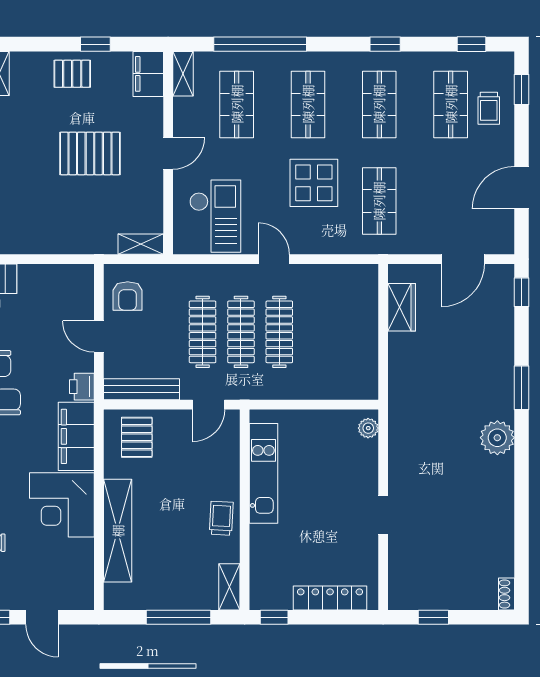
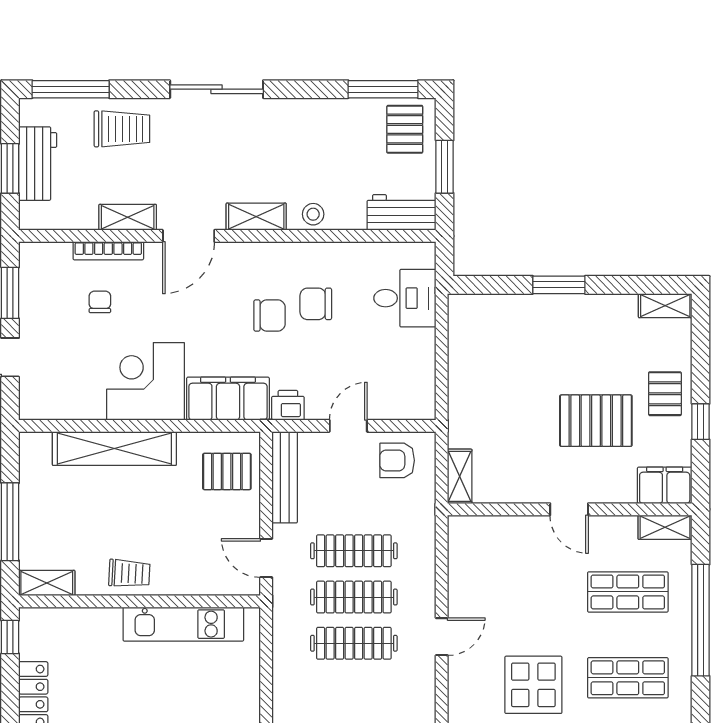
pallet: (90, 153) -> (596, 421), moved, turned 90
checkout: (215, 216) -> (493, 566), removed

